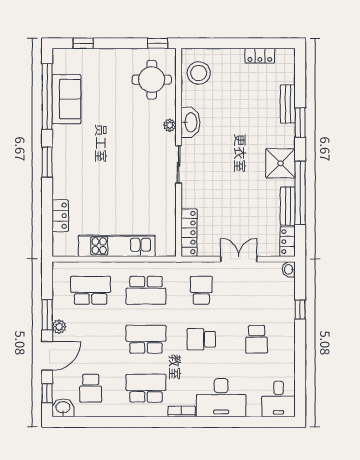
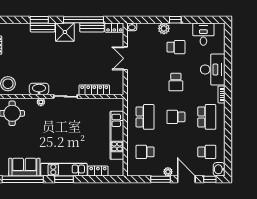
bench: (288, 104) -> (43, 27), moved
kitchen unit: (62, 162) -> (64, 170), added
locker: (189, 233) -> (94, 90), moved
school desk: (91, 290) -> (145, 152), width x0.54
school desk: (201, 290) -> (145, 82), removed
window: (300, 310) -> (175, 20), moved
plant: (286, 320) -> (164, 28), added
school desk: (146, 339) -> (176, 117), width x0.54
school desk: (146, 388) -> (207, 117), turned 180
desk: (279, 399) -> (203, 34), moved, turned -90

